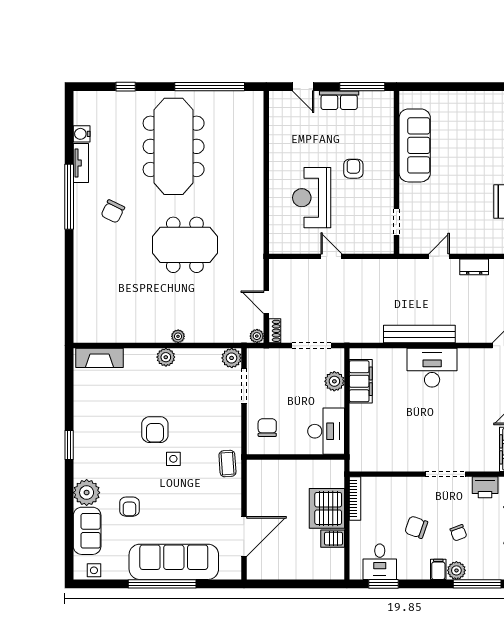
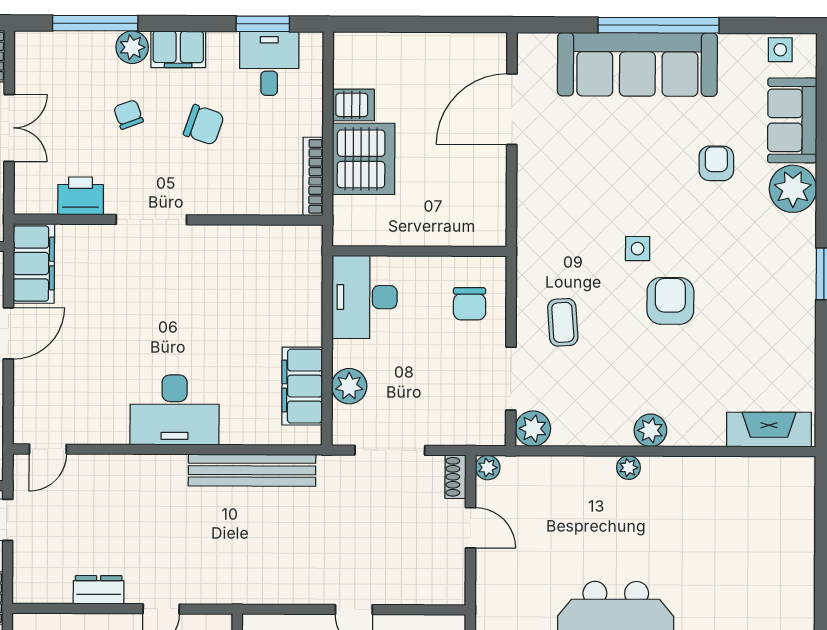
bench: (419, 334) -> (252, 470), moved
coffee table: (227, 464) -> (563, 322), moved
filing cabinet: (438, 569) -> (178, 49), width x2.00

